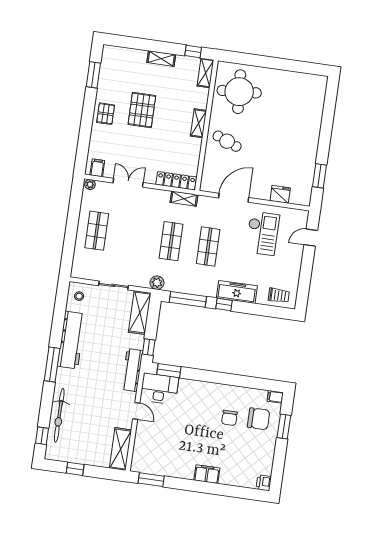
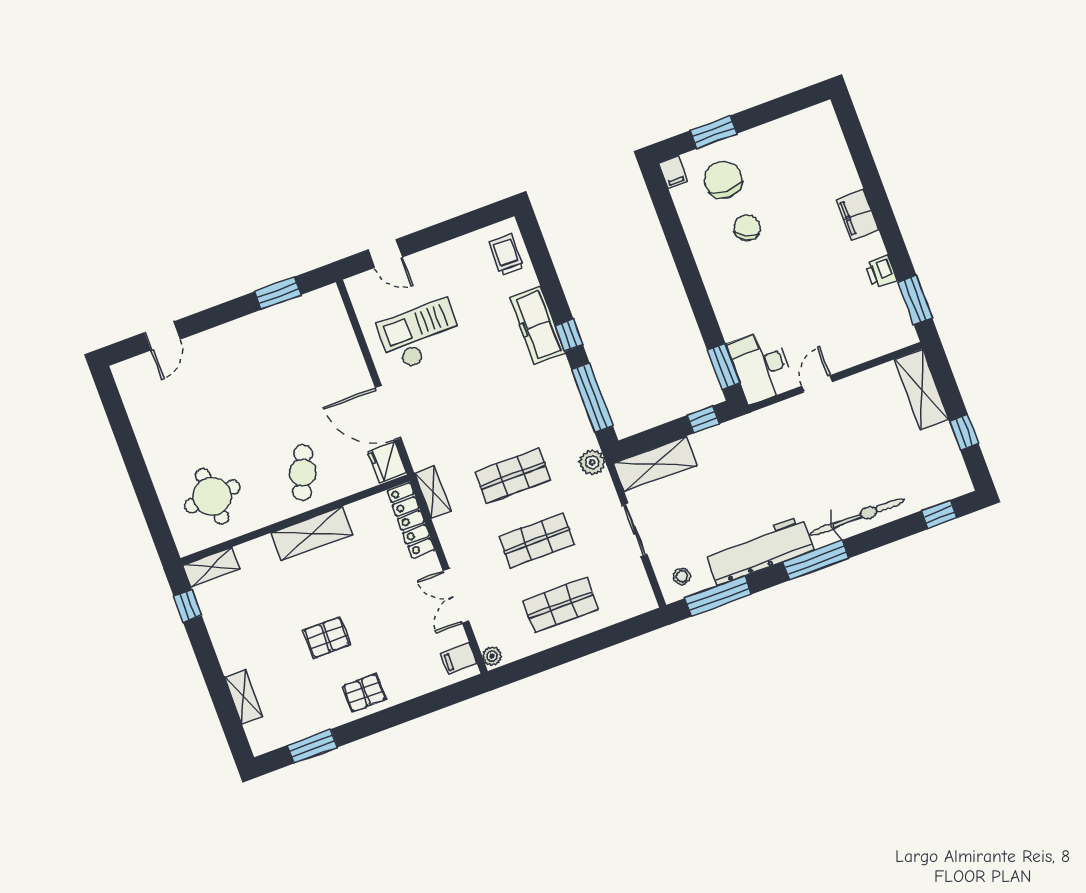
shelving: (161, 59) -> (244, 697), moved
round table: (239, 92) -> (212, 496), width x0.73, depth x0.73
door: (329, 109) -> (162, 336), added
pallet: (142, 110) -> (327, 637), width x0.67, depth x0.71
shelving: (198, 123) -> (312, 534), width x1.50, depth x1.33
fridge: (280, 194) -> (387, 462), moved
shop shelf: (208, 246) -> (537, 540), moved
window: (60, 308) -> (718, 596), added
workbench: (132, 370) -> (755, 426), removed
bicycle: (59, 415) -> (857, 517), moved
chair: (229, 418) -> (747, 228), turned -64
shelving: (120, 449) -> (922, 390), moved, turned 90
printer: (264, 483) -> (881, 272), moved, turned 90

